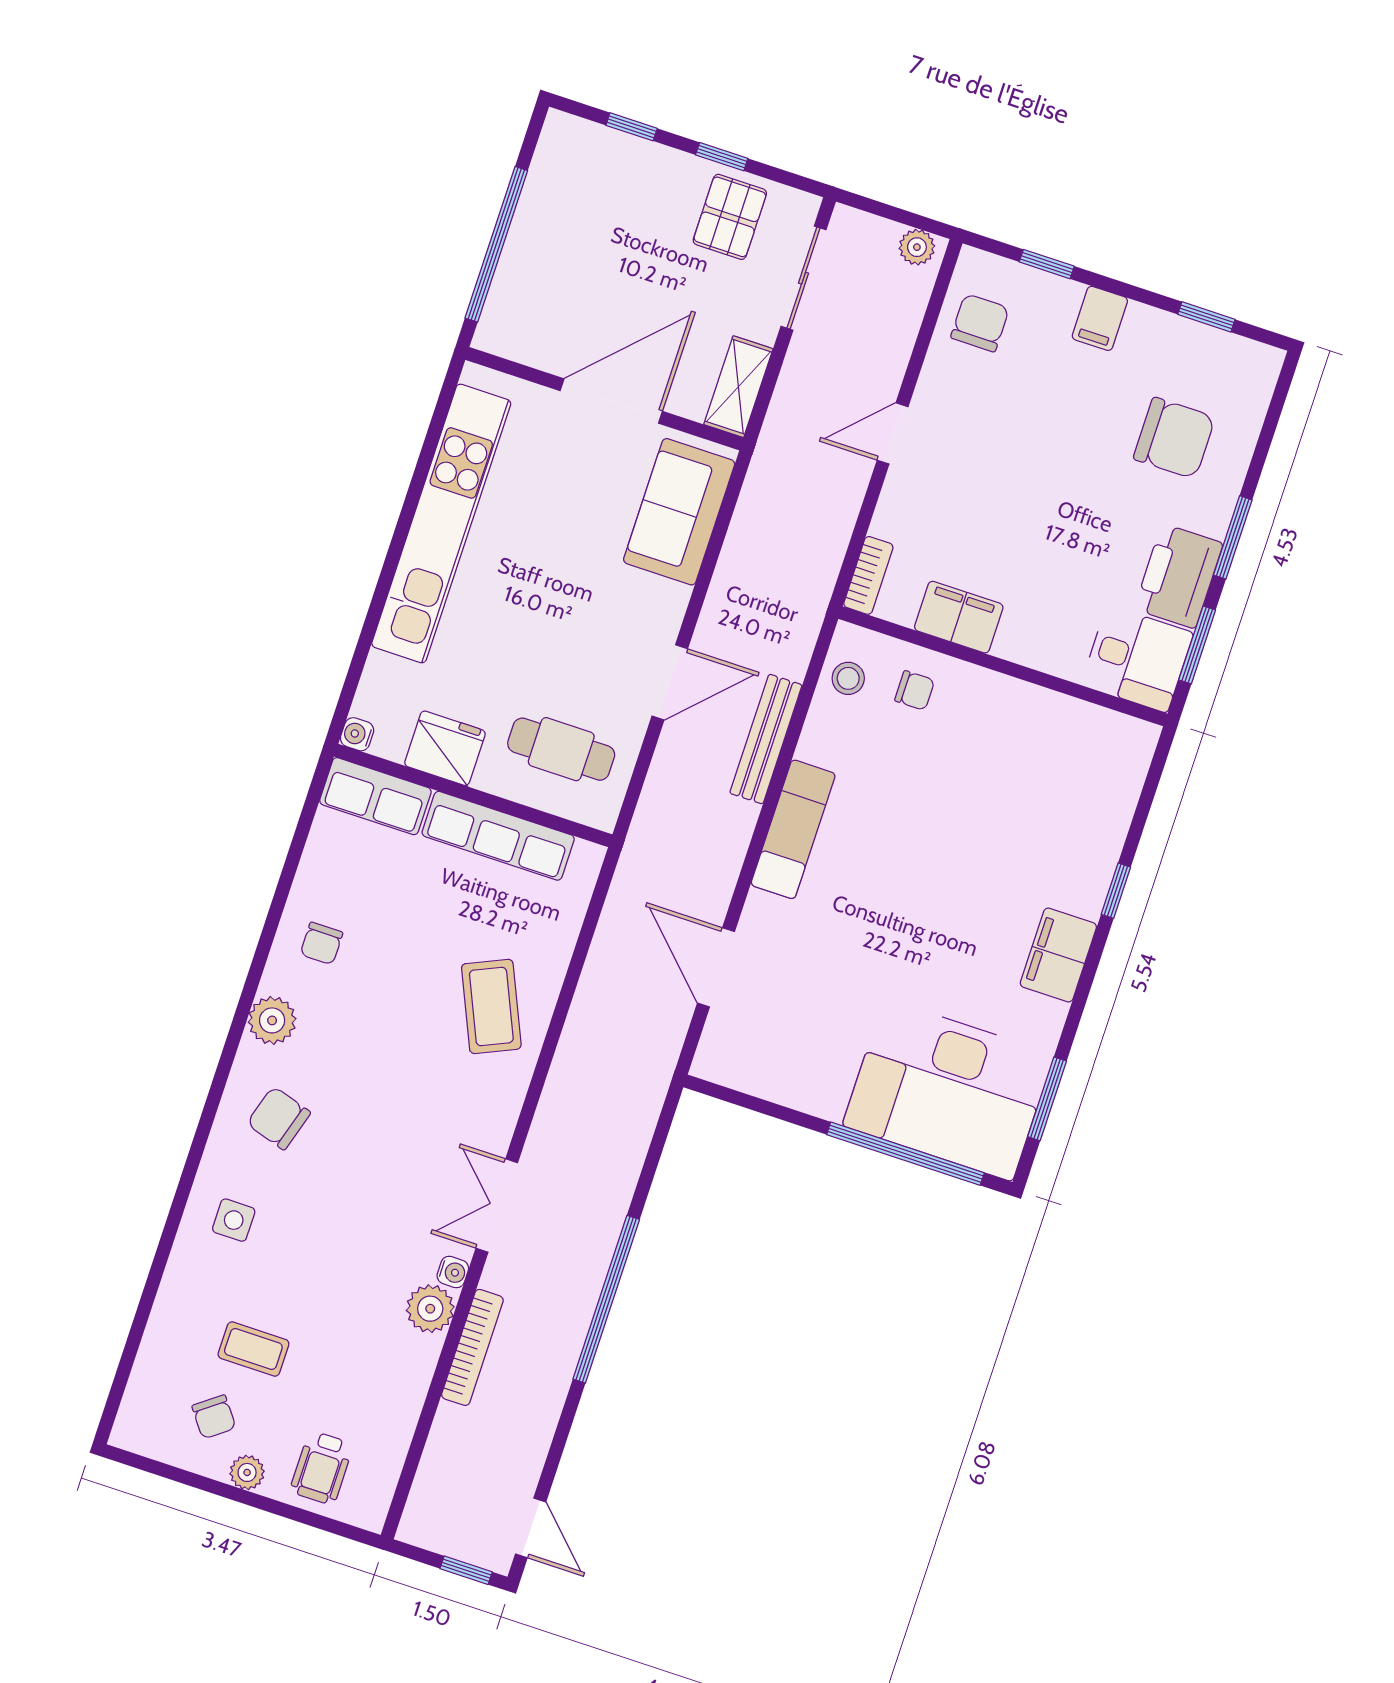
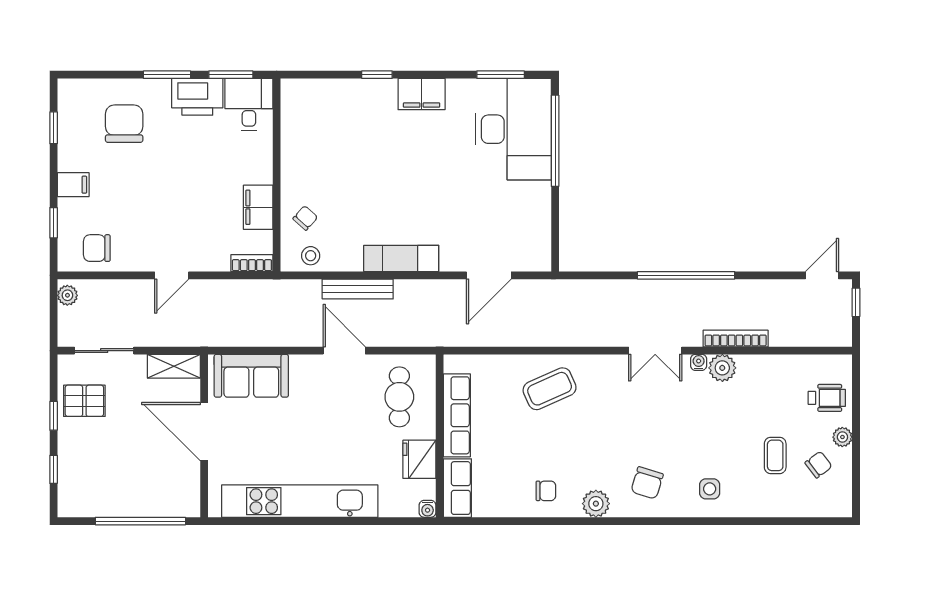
door: (893, 433) -> (172, 275), hinge flipped
chair: (915, 690) -> (305, 218), turned 42

